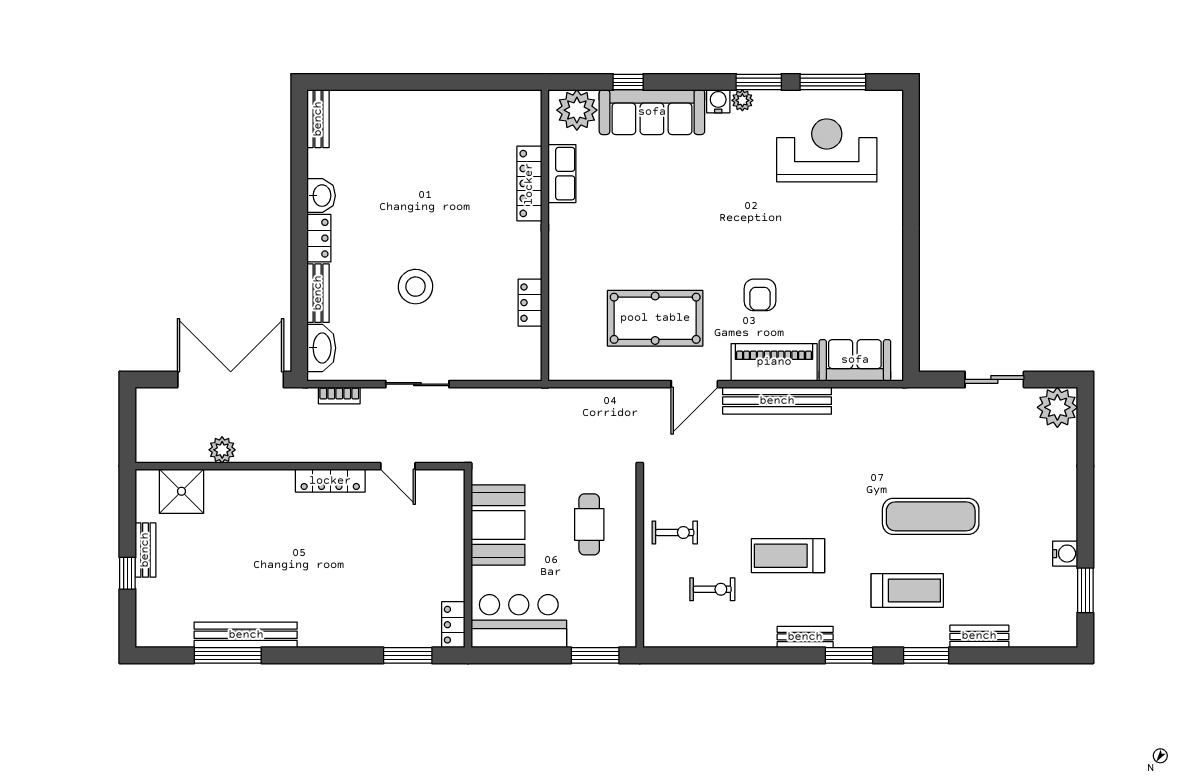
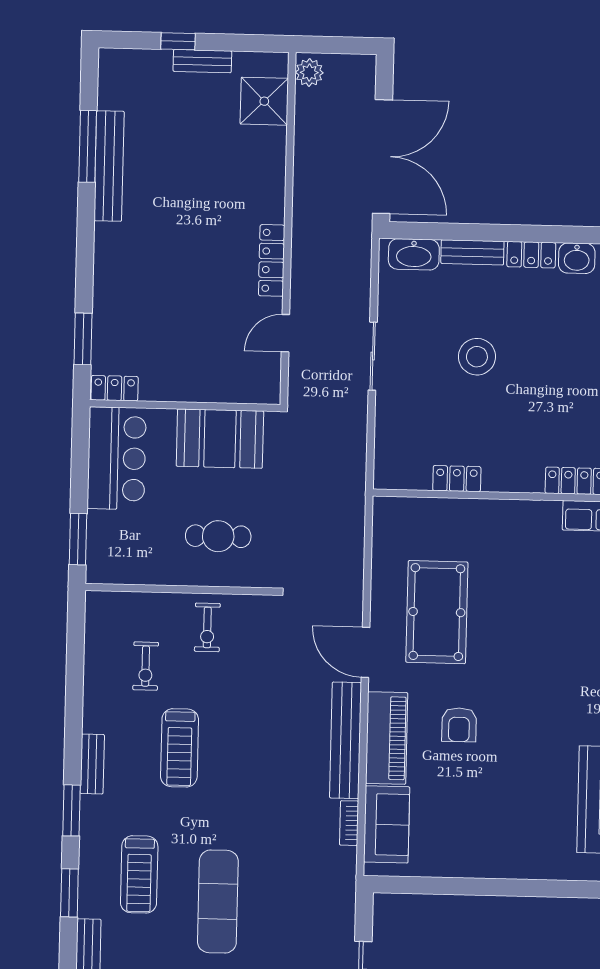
armchair: (760, 295) -> (459, 725), turned -90
bookcase: (339, 396) -> (349, 823), moved
plant: (222, 450) -> (309, 73), moved
treadmill: (788, 556) -> (180, 748), turned 180

